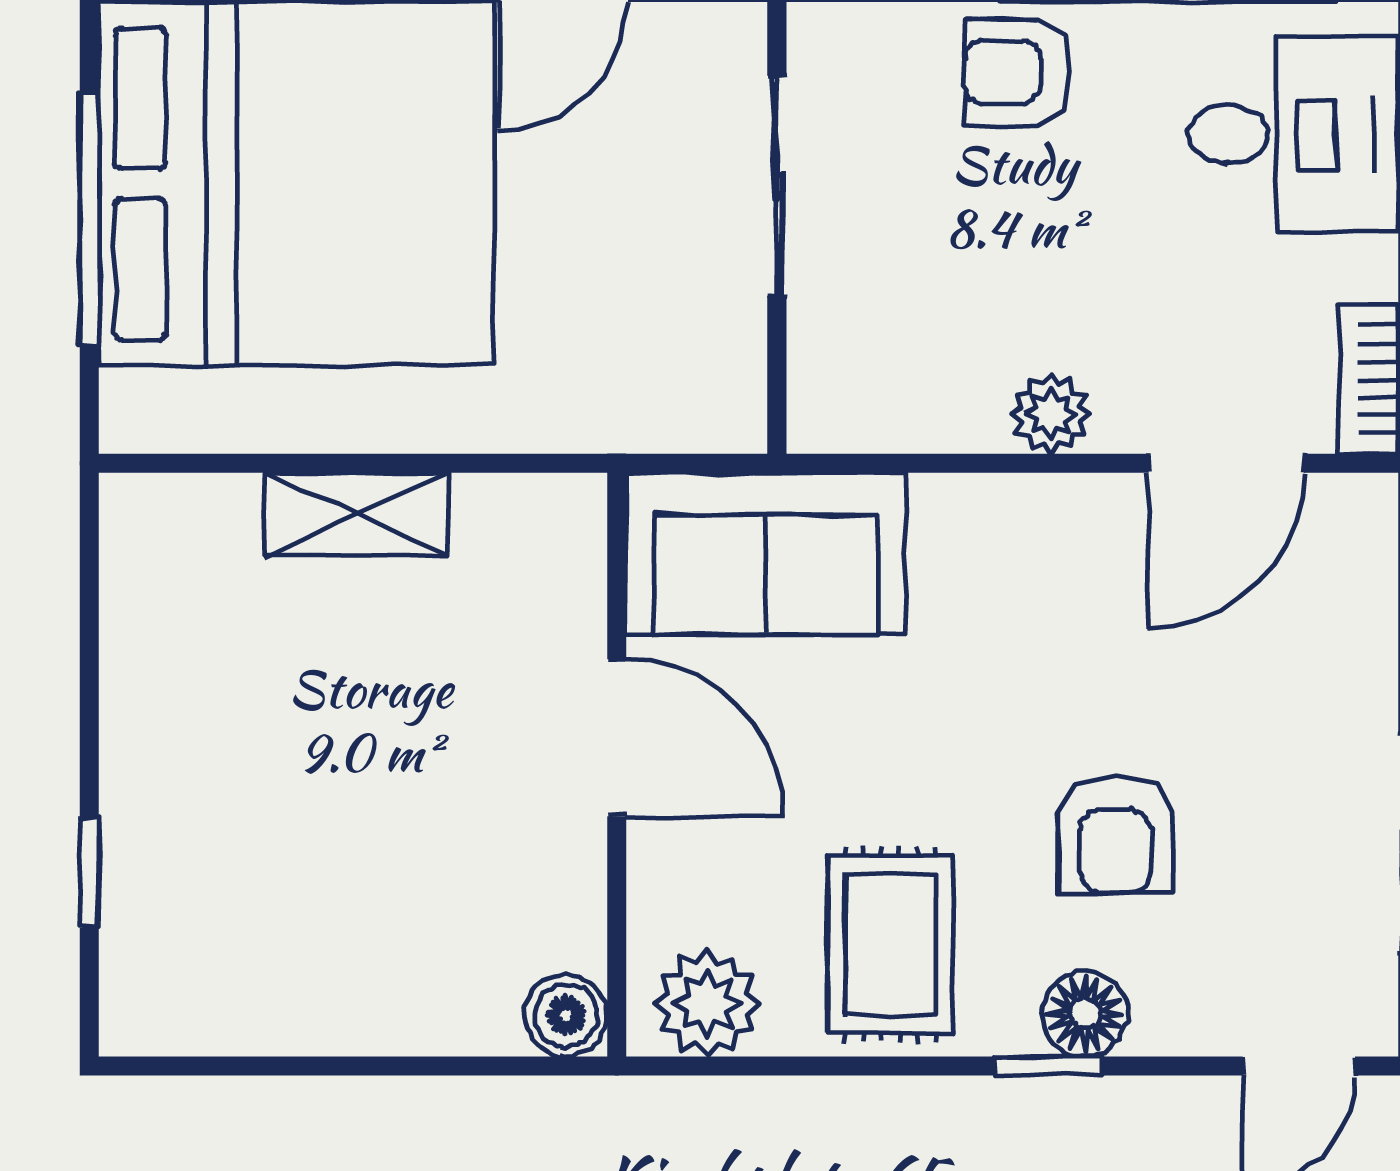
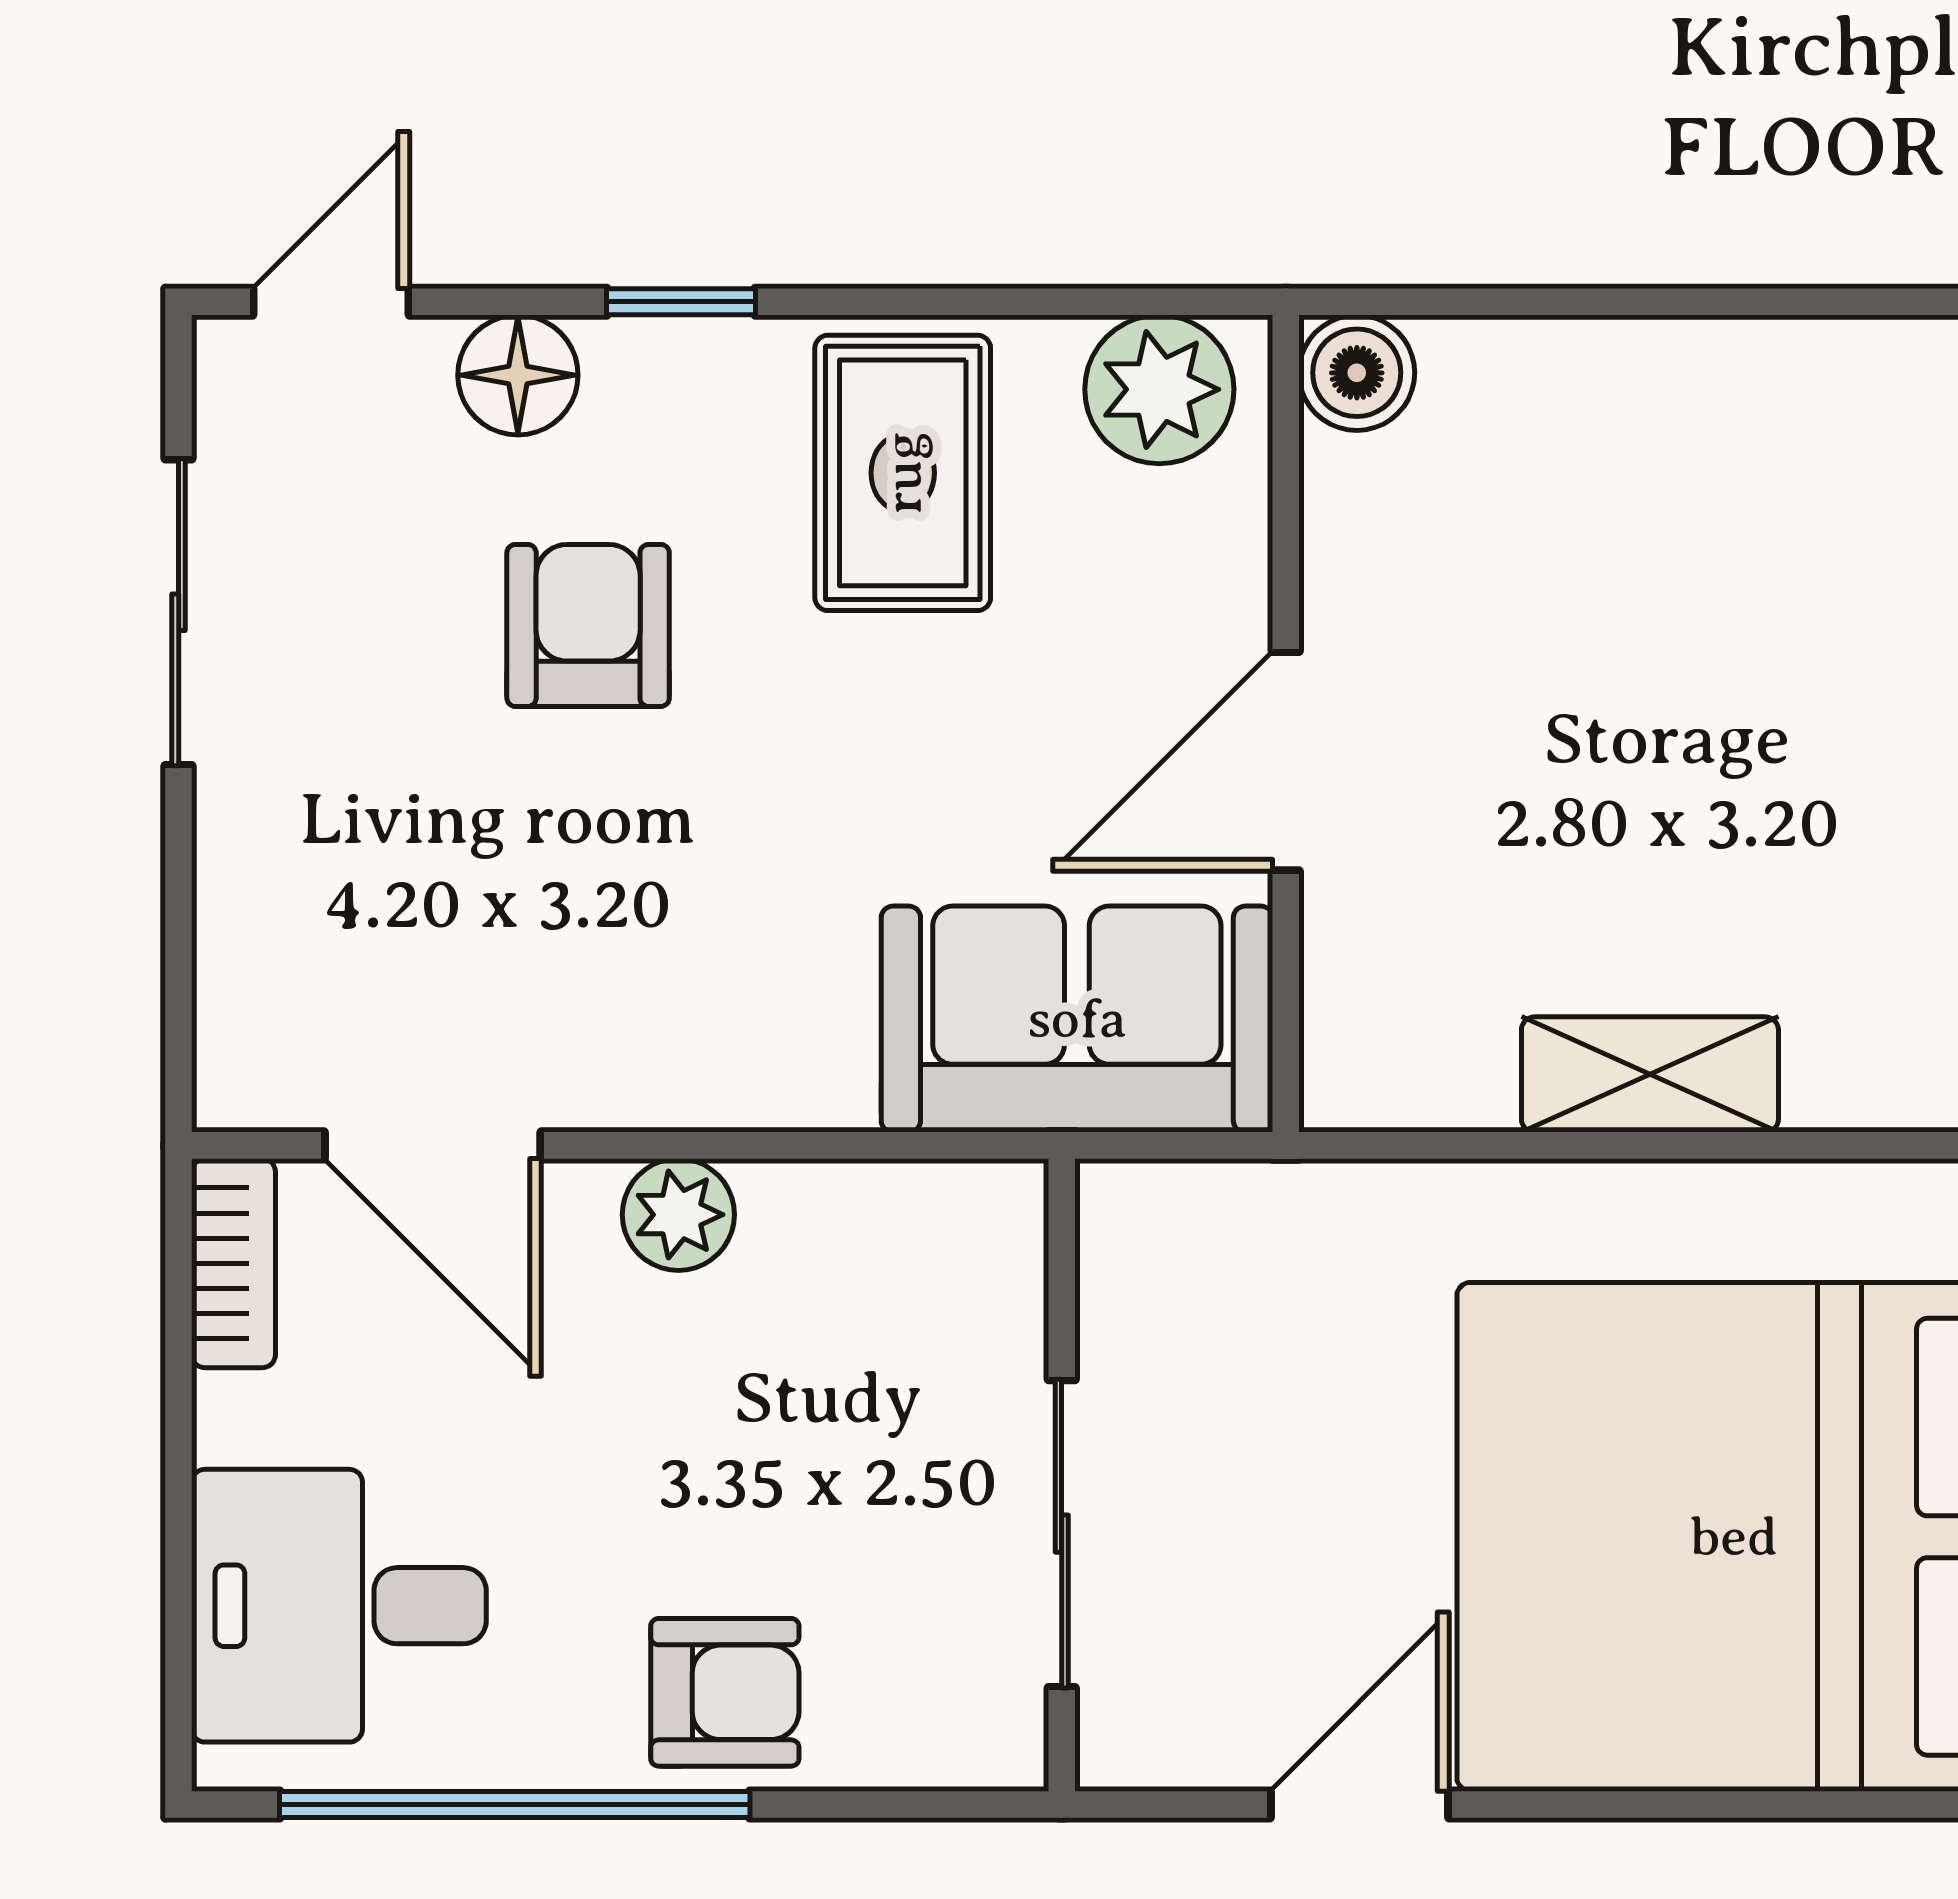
door: (1226, 463) -> (433, 1145), swing flipped
door: (617, 738) -> (1286, 761), hinge flipped
floor lamp: (1085, 1014) -> (518, 375), moved

